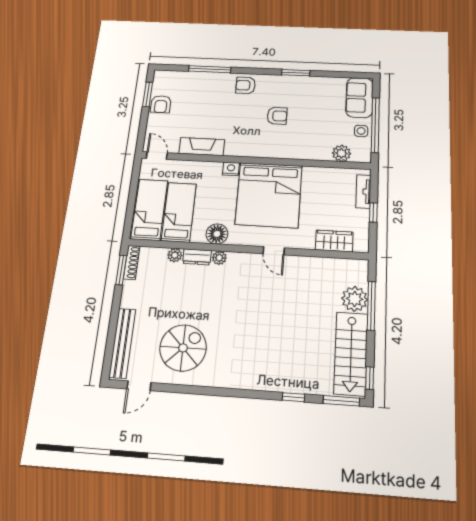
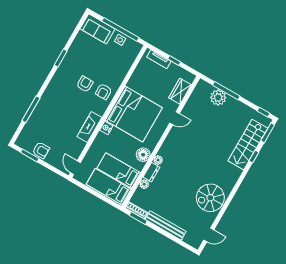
armchair: (246, 85) -> (104, 92), moved
fireplace: (202, 147) -> (89, 127), moved
plant: (341, 153) -> (129, 59), removed
door: (157, 156) -> (75, 168), hinge flipped
door: (274, 251) -> (175, 118), moved
bench: (122, 343) -> (166, 225), moved
spiral stairs: (183, 348) -> (210, 198), moved, turned -90
stairs: (351, 353) -> (248, 145), moved, turned 90
door: (139, 386) -> (209, 235), hinge flipped

